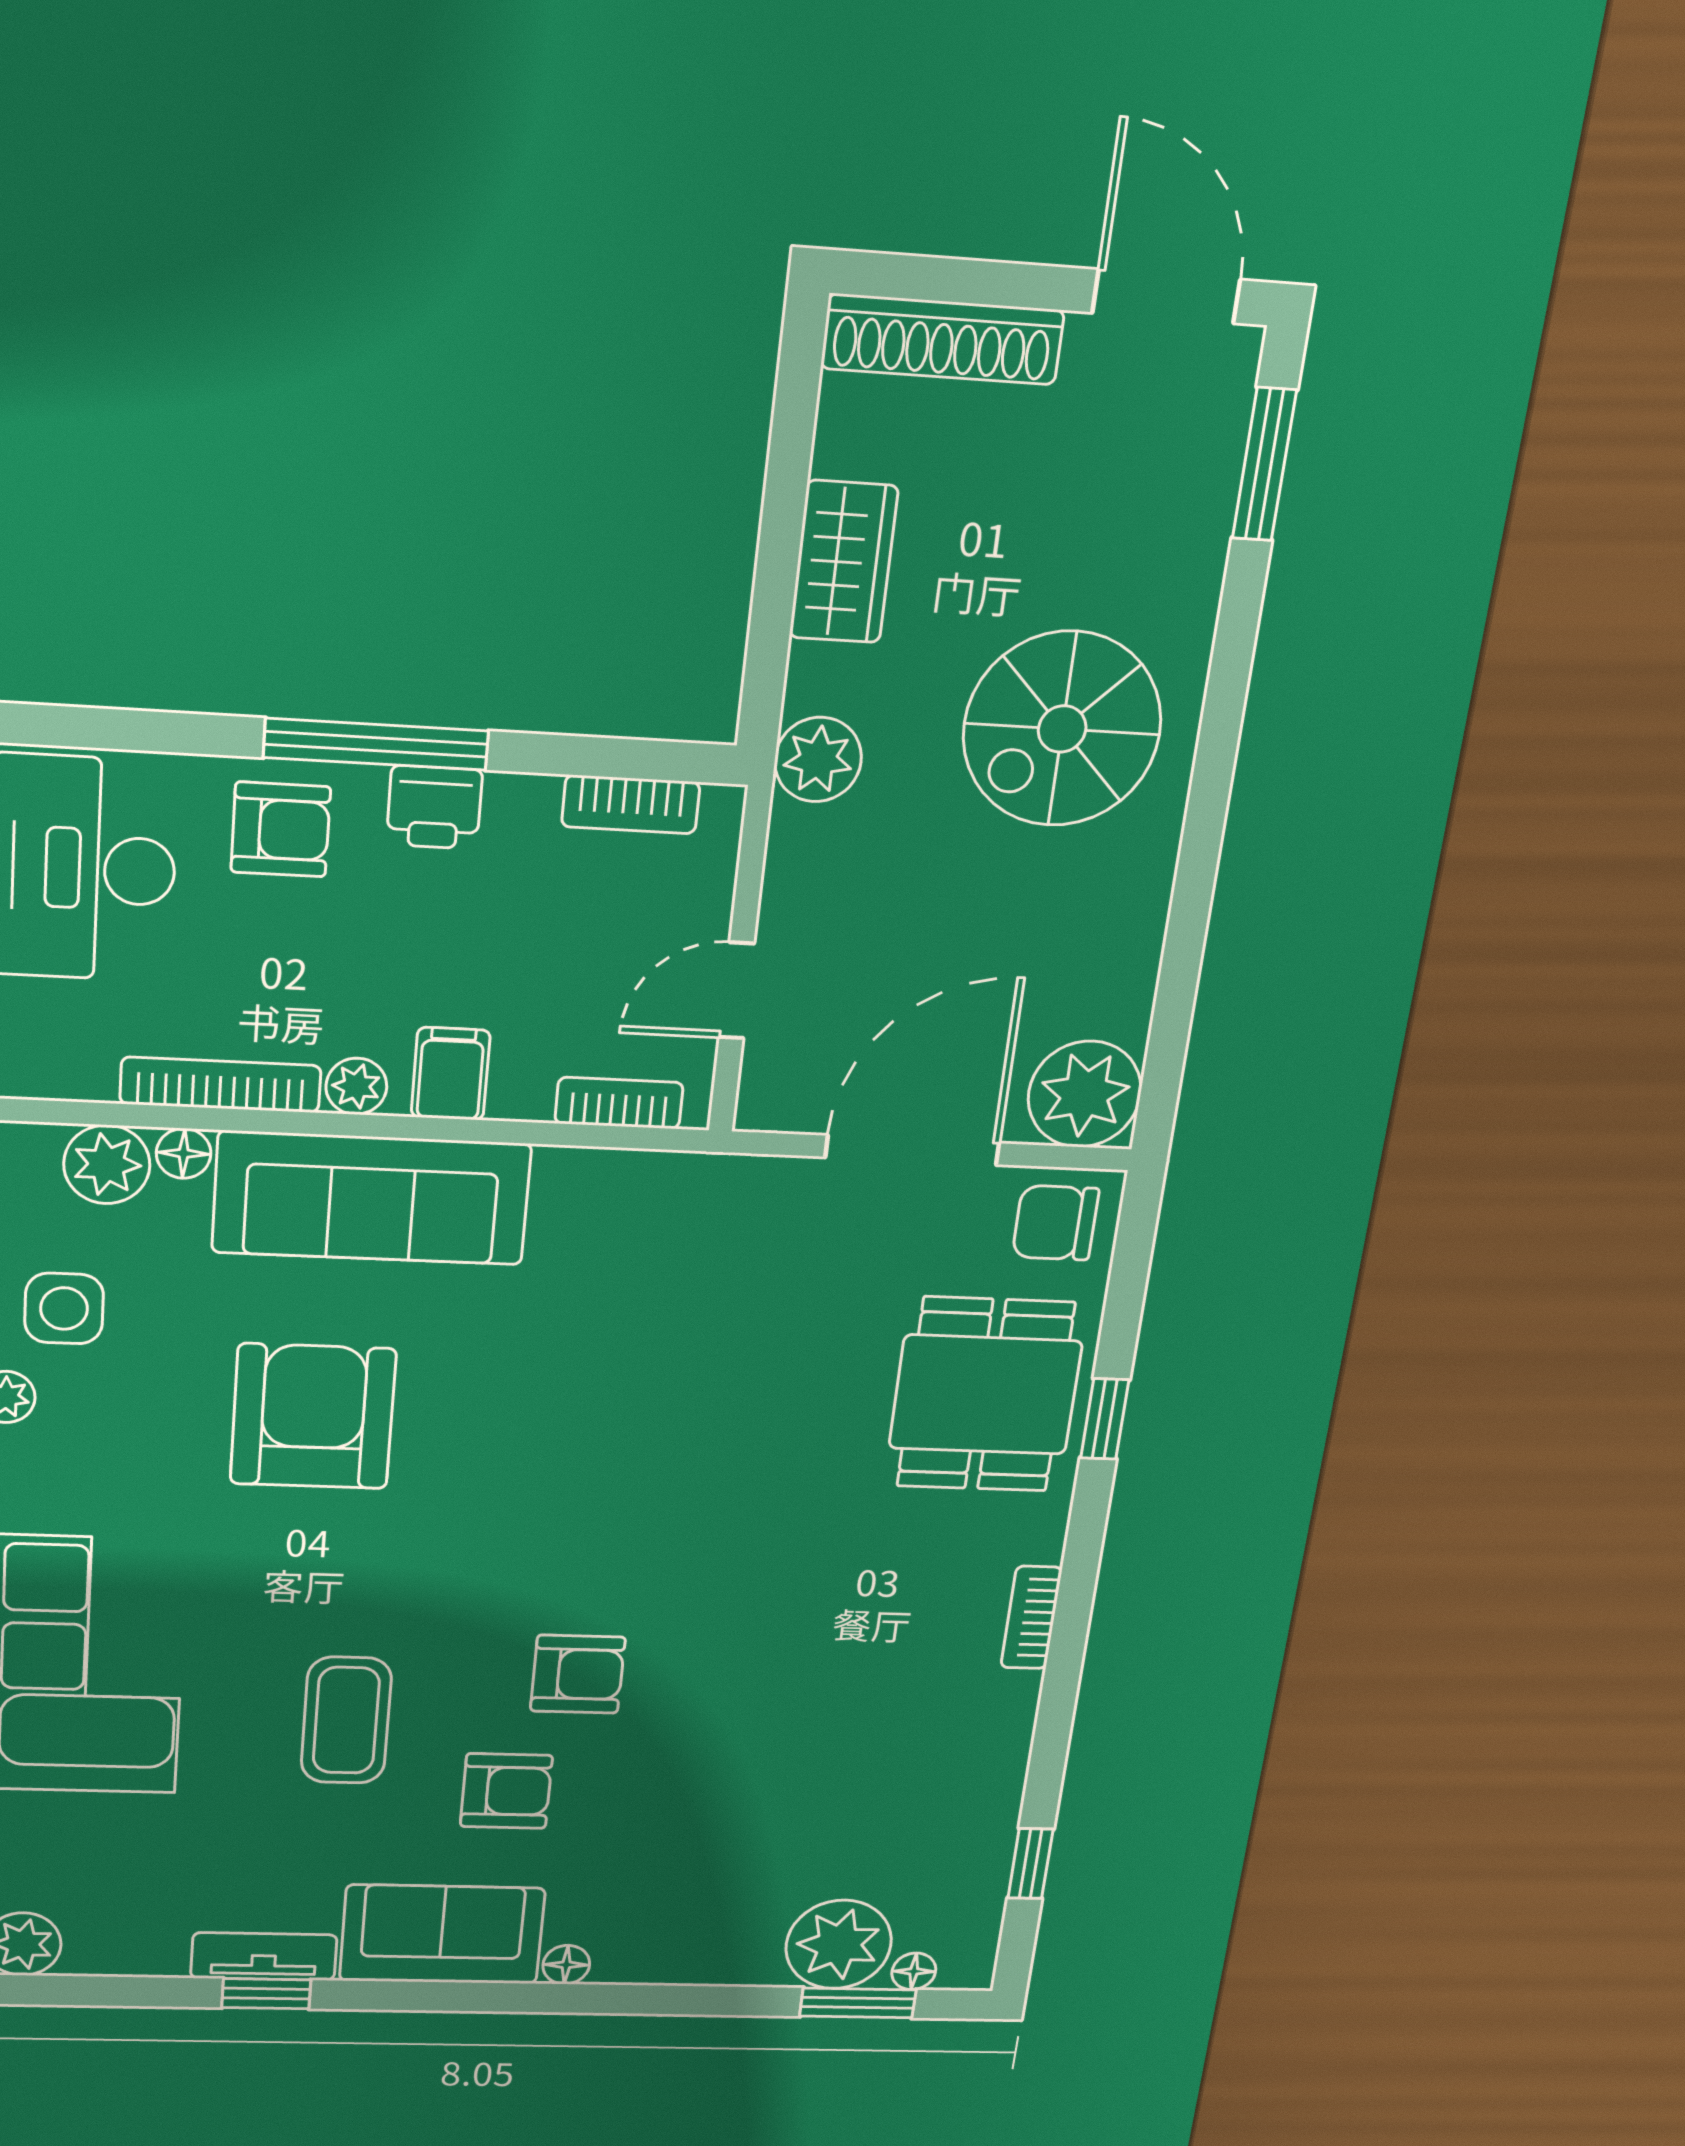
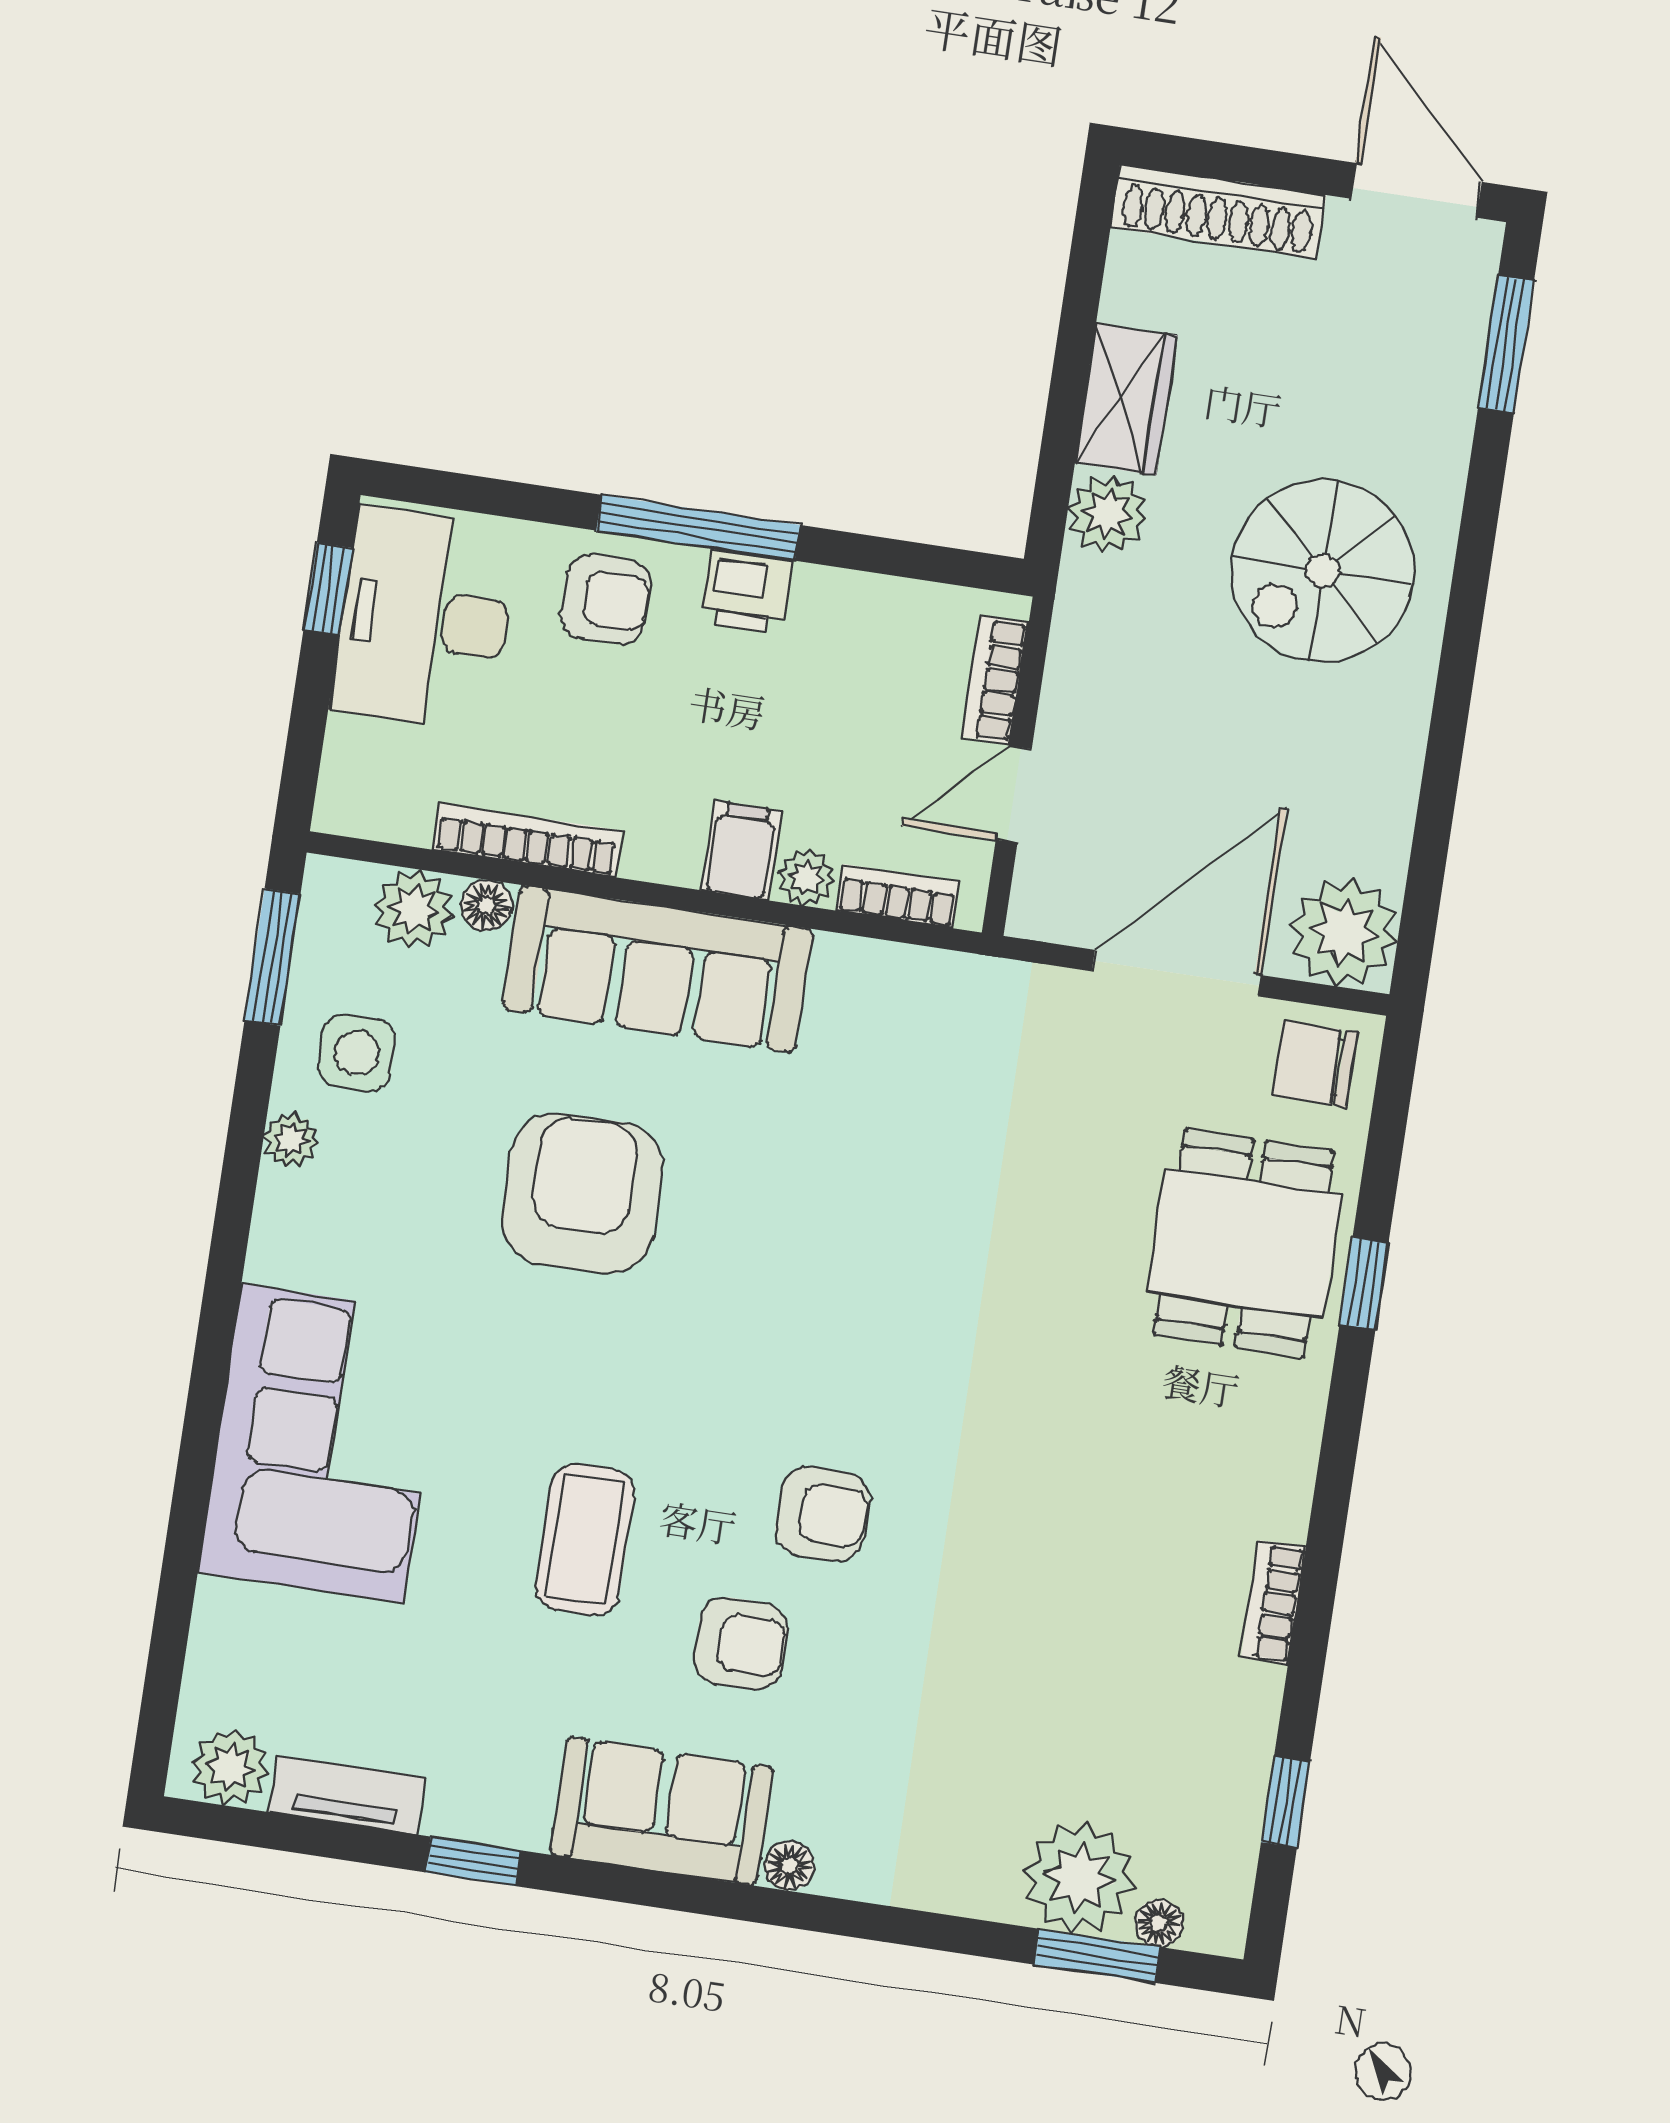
plant: (818, 760) -> (1107, 514), moved
bookcase: (631, 804) -> (995, 680), moved, turned 90
plant: (356, 1086) -> (806, 878), moved
bookcase: (1031, 1618) -> (1273, 1603), moved
tv unit: (264, 1956) -> (347, 1795), moved

